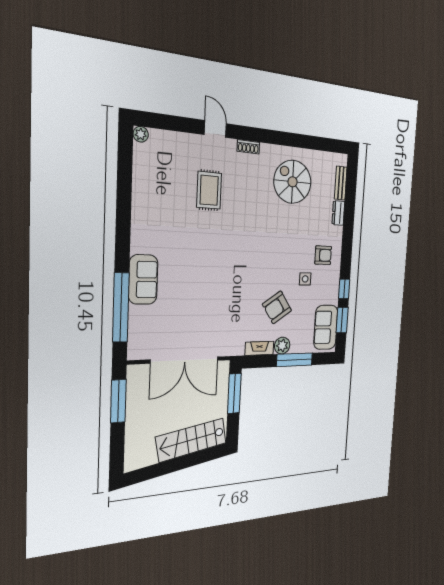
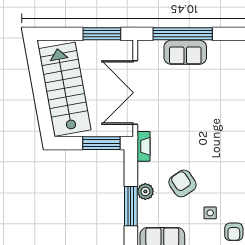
sofa: (143, 280) -> (185, 52), moved
fireplace: (259, 348) -> (143, 146), moved
stairs: (191, 440) -> (65, 89), width x1.36, depth x1.51

